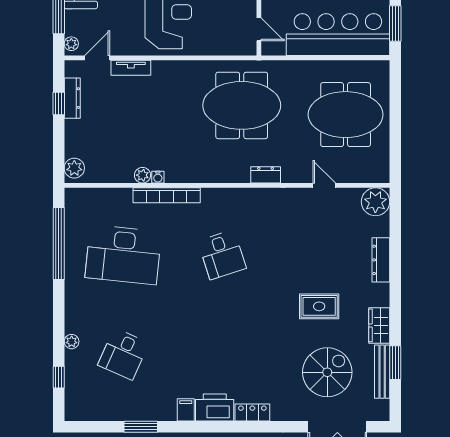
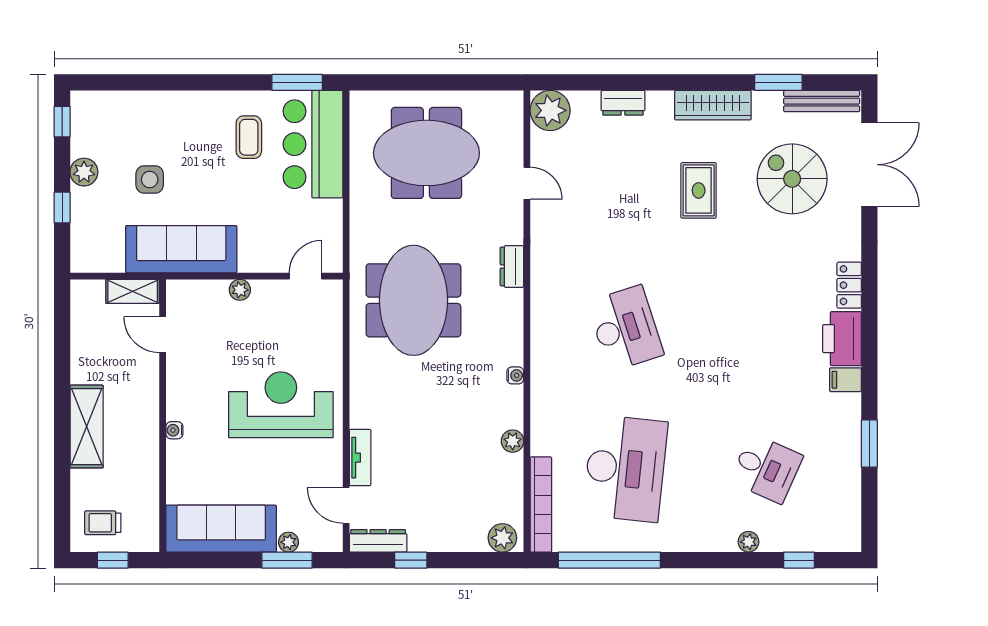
bar counter: (338, 35) -> (313, 144), width x0.73
plant: (71, 44) -> (288, 542), moved
dresser: (72, 98) -> (378, 541), moved
meeting table: (346, 115) -> (426, 153), turned 90
water cooler: (158, 177) -> (515, 375), moved
door: (324, 185) -> (527, 183), swing flipped
bookcase: (167, 195) -> (541, 505), moved
desk: (222, 255) -> (625, 328), width x1.37
dresser: (381, 260) -> (623, 103), width x0.70
wardrobe: (379, 325) -> (713, 105), width x1.50
bench: (382, 372) -> (822, 101), moved

